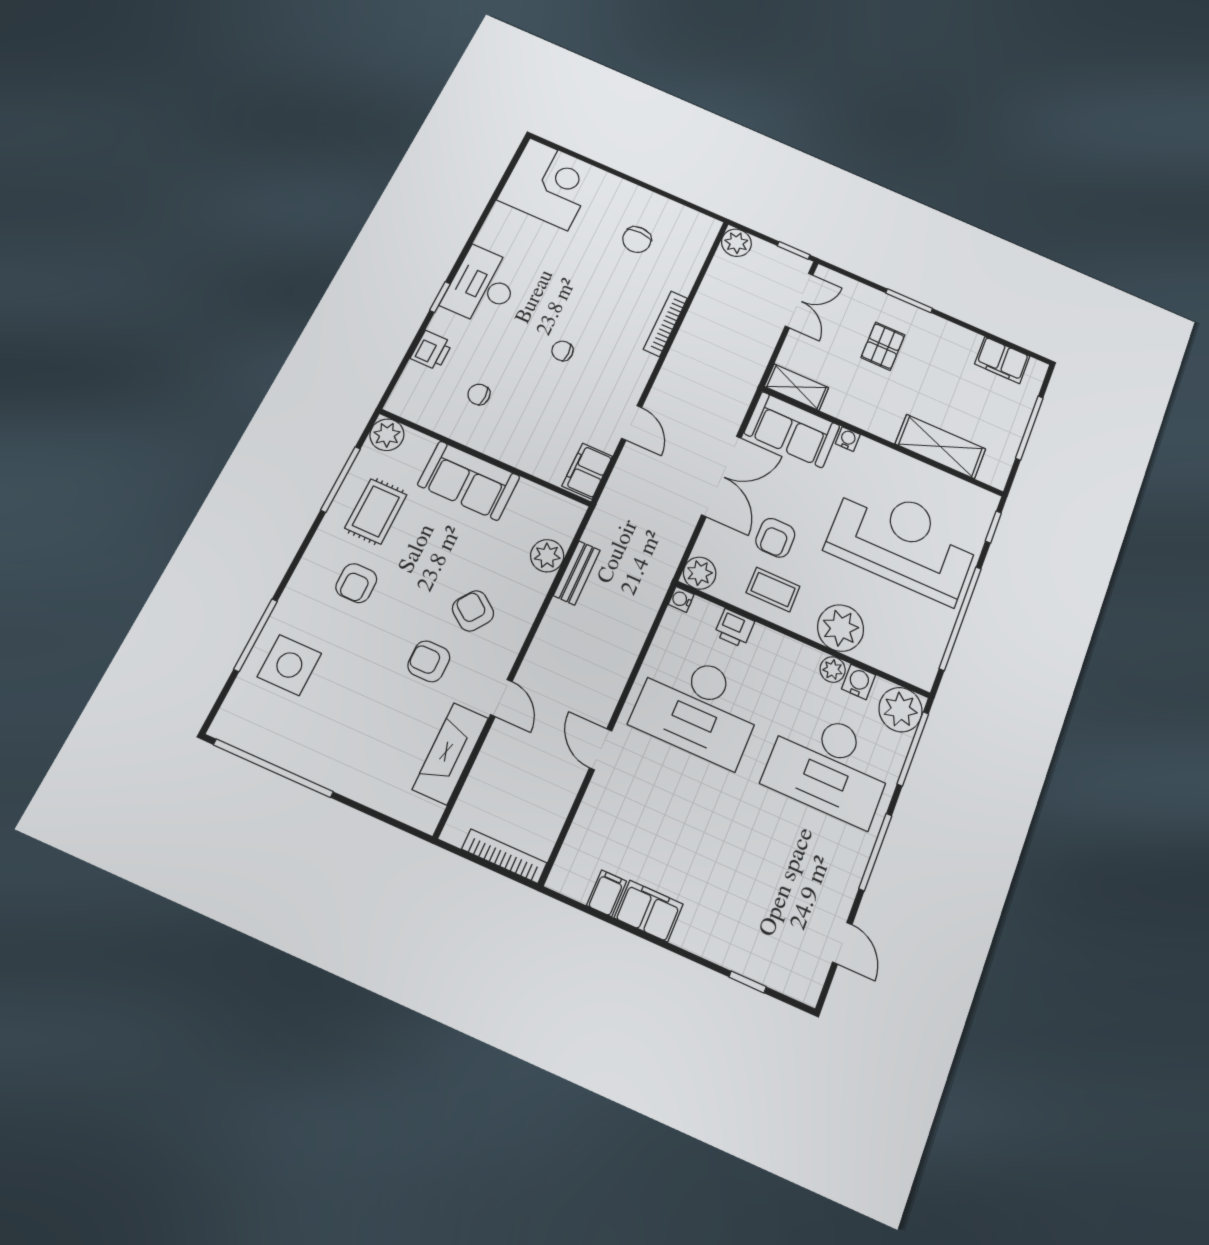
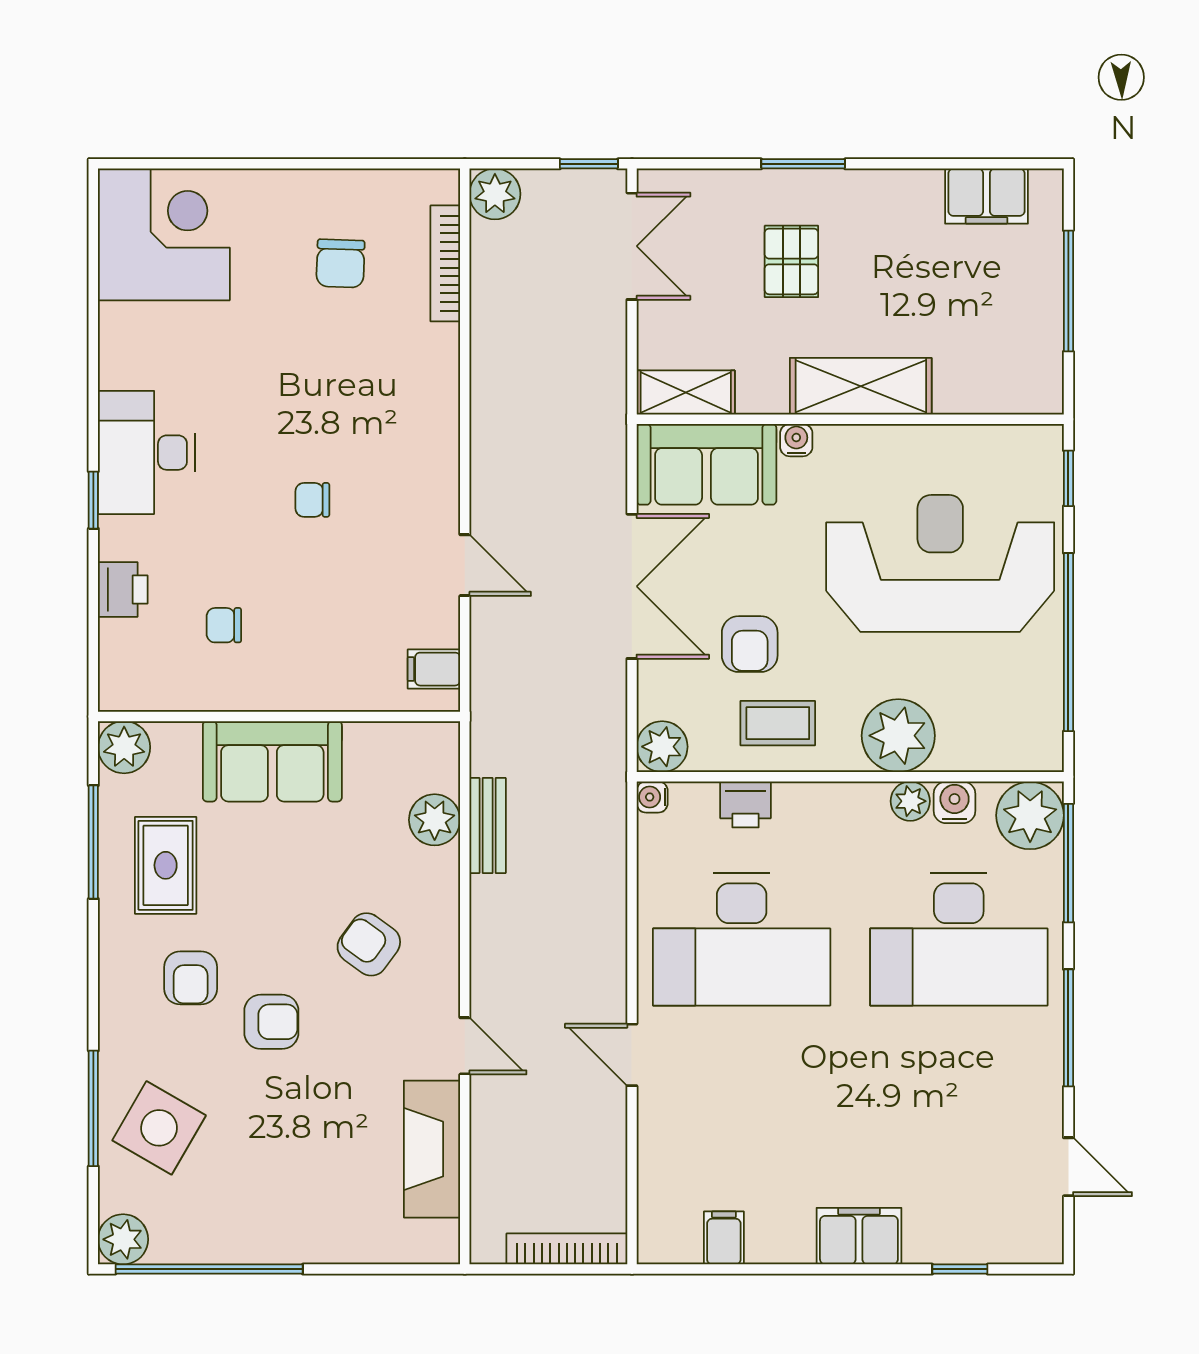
bookcase: (666, 324) -> (445, 263), moved
shelving: (940, 446) -> (861, 386), moved
filing cabinet: (587, 471) -> (434, 669), width x0.50
armchair: (429, 661) -> (271, 1022), moved, turned 180
side table: (289, 665) -> (159, 1128), turned 30
plant: (230, 725) -> (123, 1239), added
filing cabinet: (649, 911) -> (859, 1236), moved

